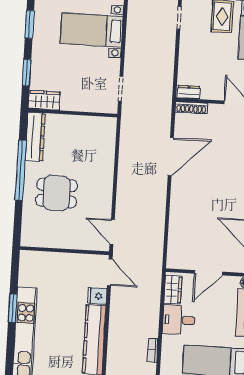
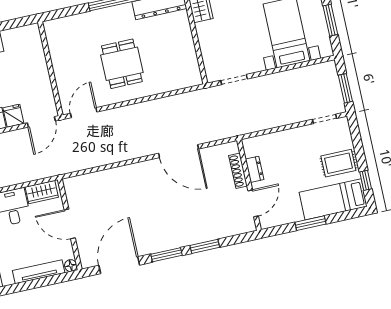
dresser: (189, 92) -> (255, 169), moved
shoe rack: (191, 108) -> (238, 171), moved
dining table: (56, 193) -> (122, 64), moved

